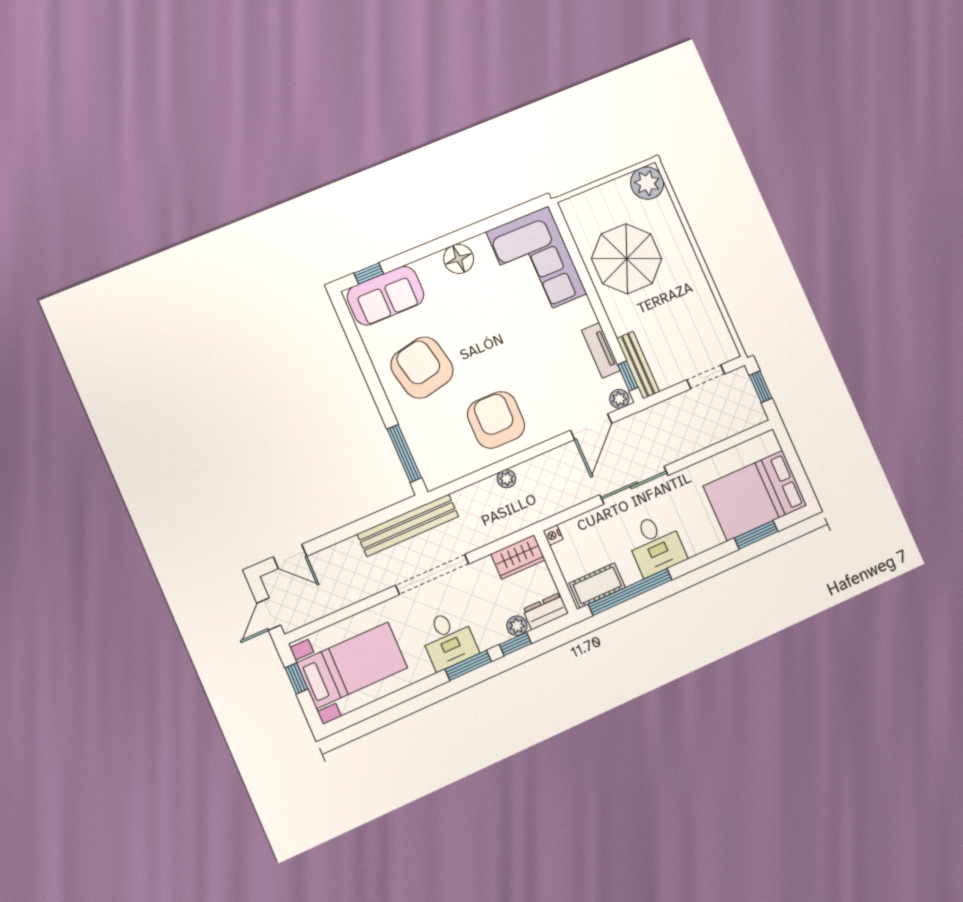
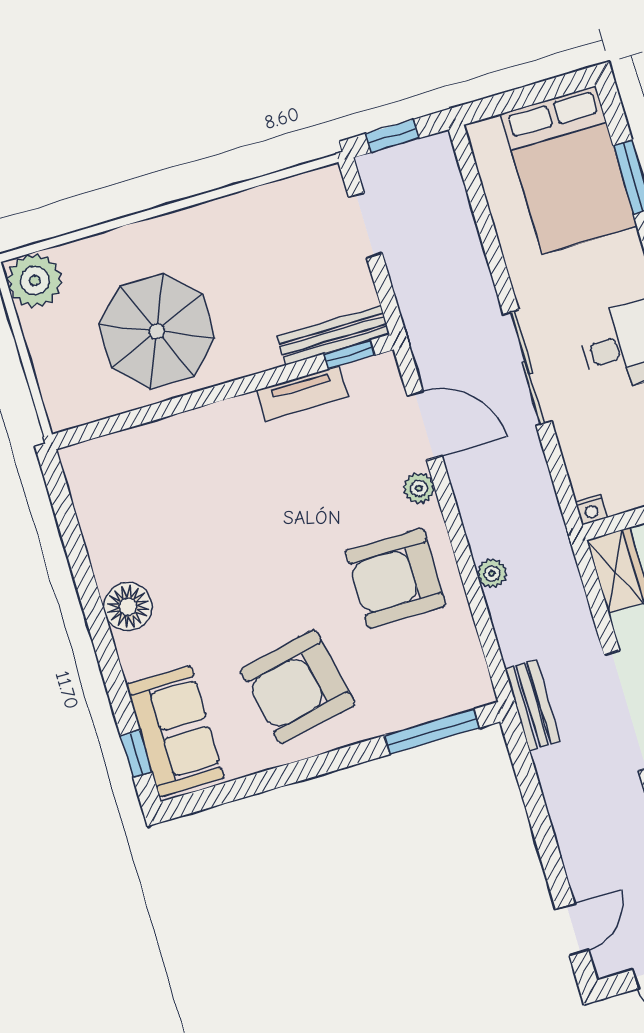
corner sofa: (536, 263) -> (148, 481), removed
plant: (619, 399) -> (419, 488), moved
bench: (408, 525) -> (532, 705), width x0.54, depth x0.82

